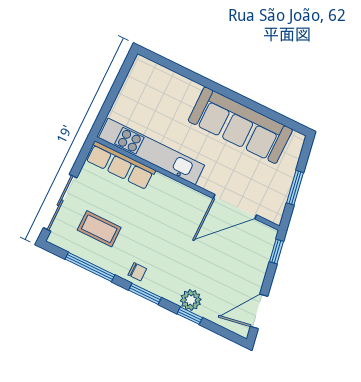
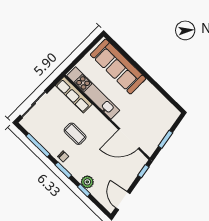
sofa: (240, 125) -> (118, 67), moved
coffee table: (99, 229) -> (75, 134), moved
door: (259, 311) -> (123, 201), hinge flipped

